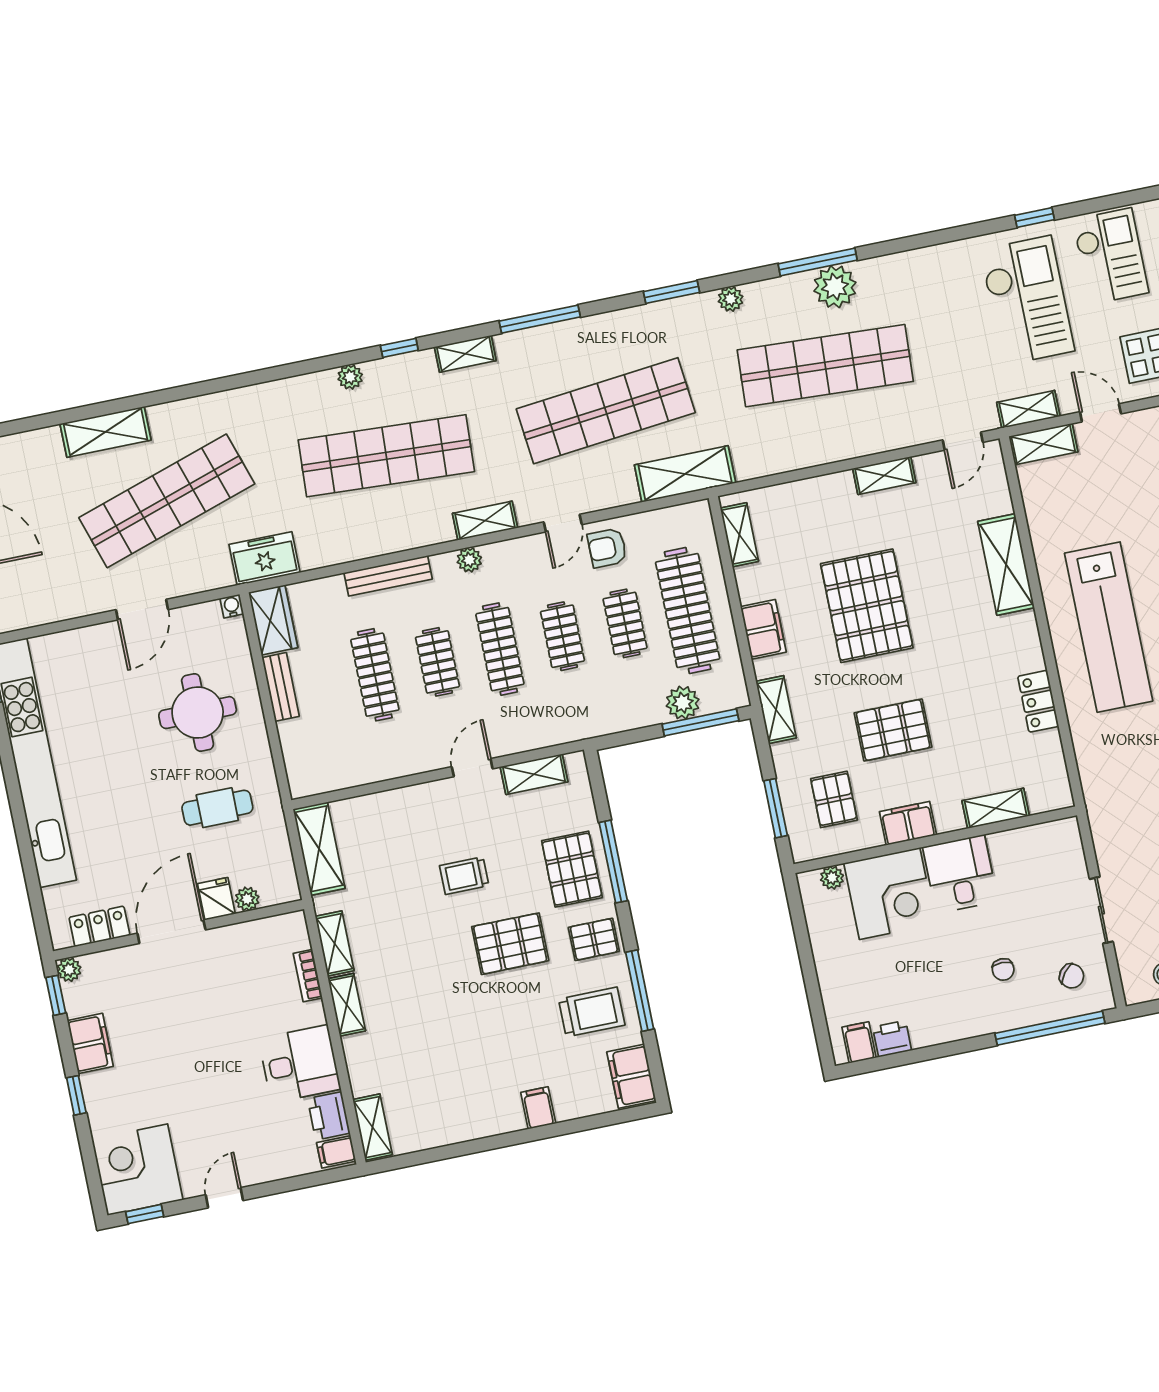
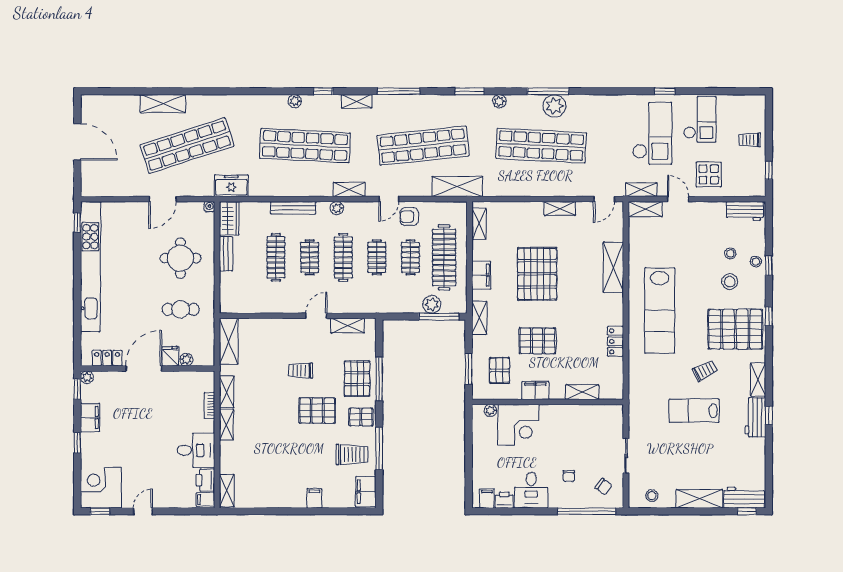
desk: (960, 874) -> (531, 490), moved, turned 180

